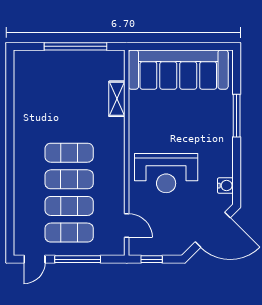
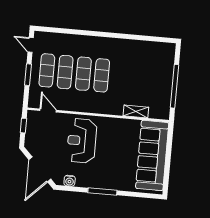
window: (237, 116) -> (102, 191), moved
door: (127, 226) -> (48, 110), swing flipped
window: (78, 259) -> (28, 75), width x0.69

